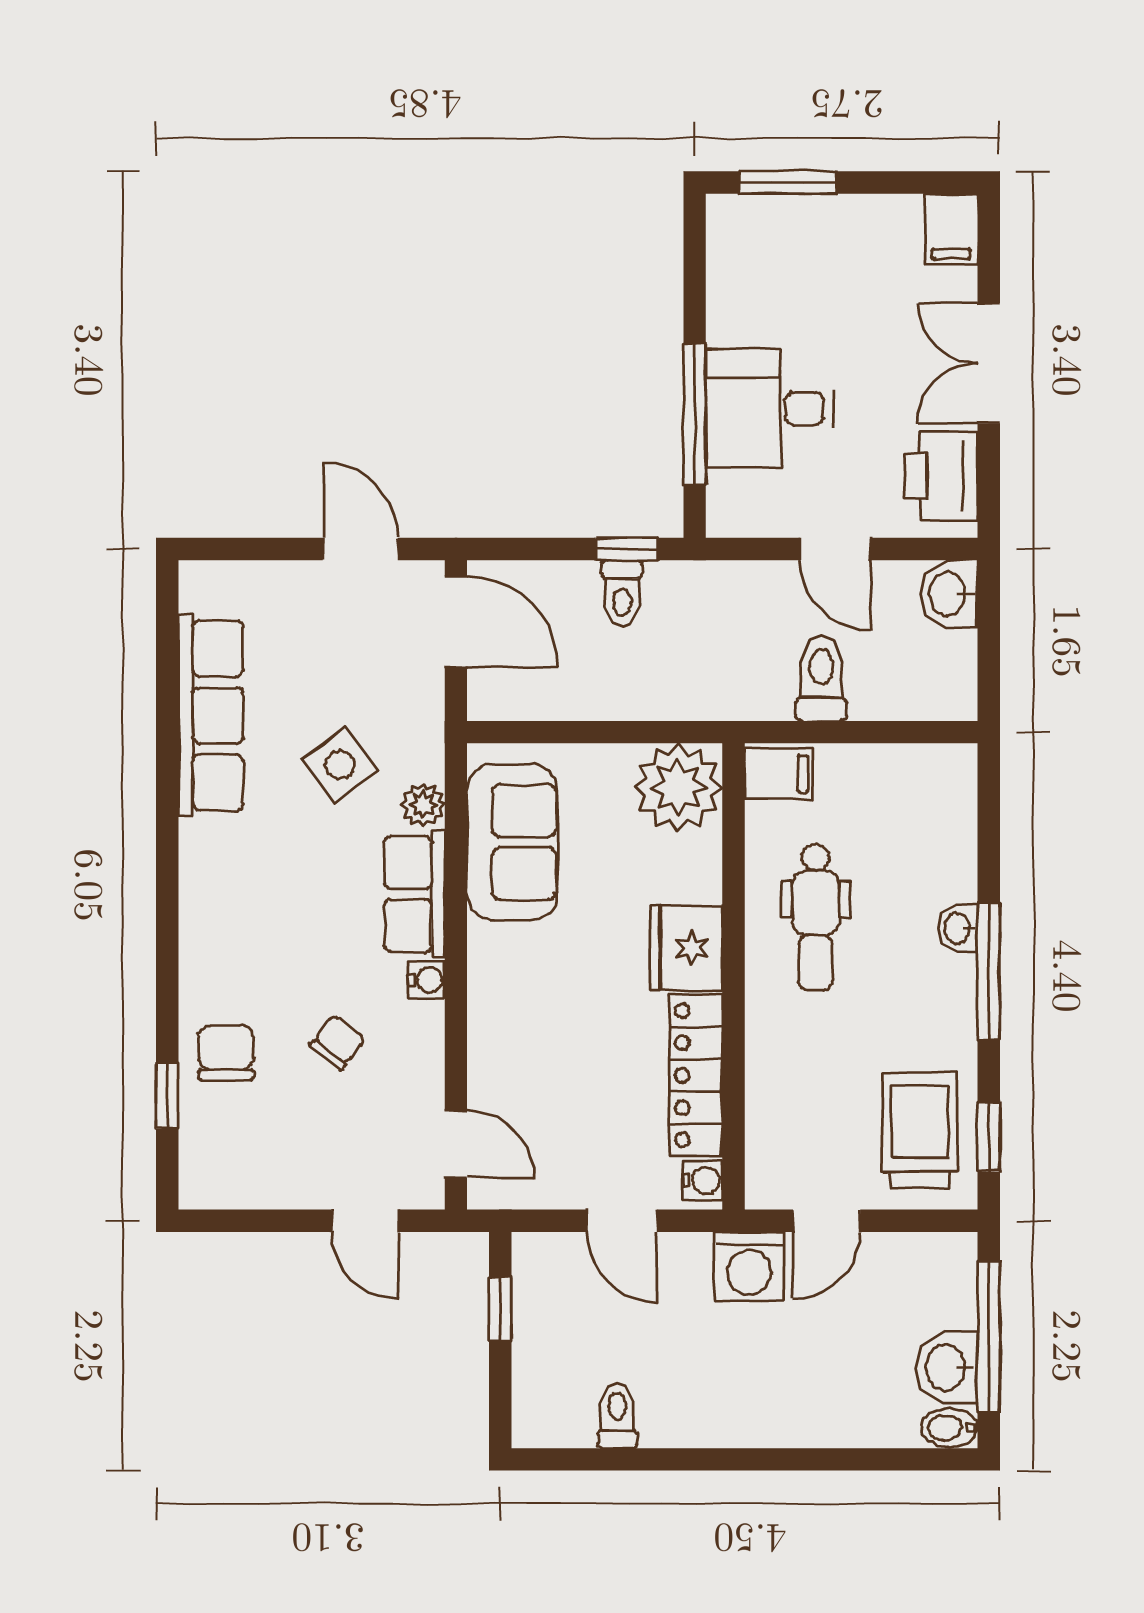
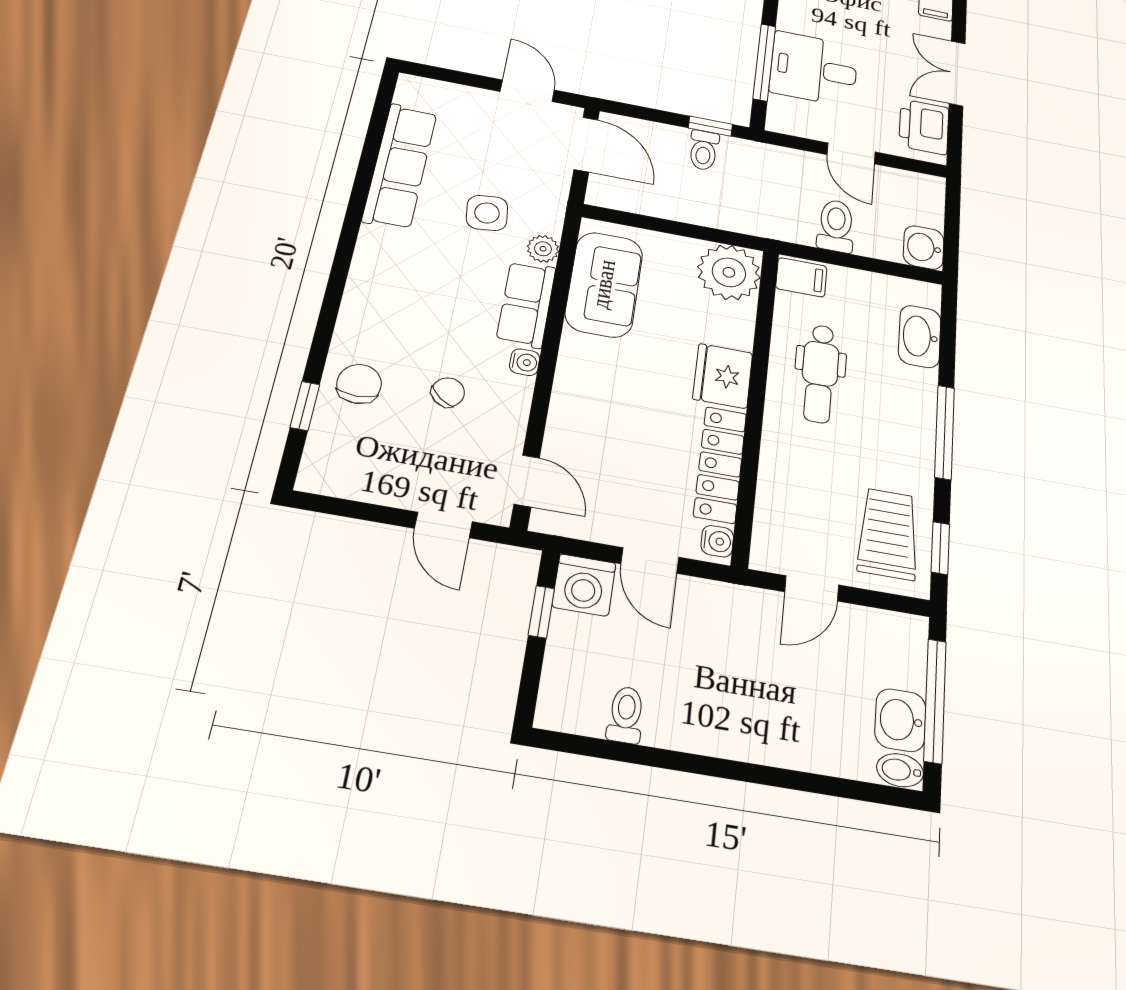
washbasin: (949, 594) -> (924, 247), moved
side table: (340, 765) -> (487, 213), turned 30
washbasin: (958, 928) -> (920, 336), moved, width x1.91, depth x1.45
washing machine: (749, 1266) -> (584, 585), moved

